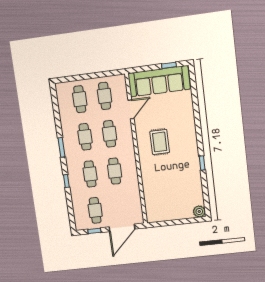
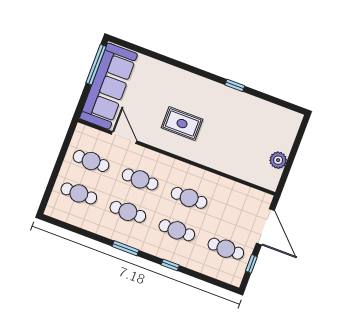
window: (169, 65) -> (96, 65), width x2.17
plant: (199, 211) -> (278, 160), moved

